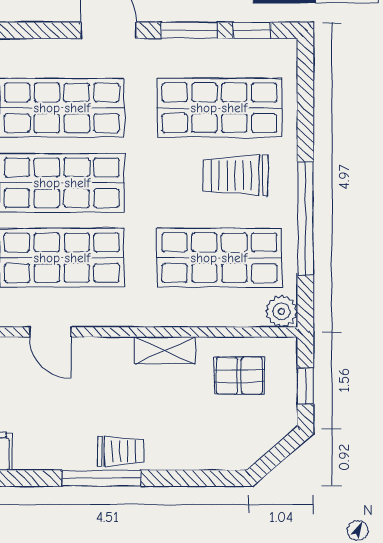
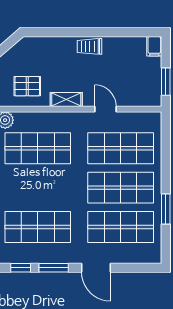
trolley: (236, 175) -> (29, 192), removed
door: (50, 332) -> (105, 109), moved
window: (102, 478) -> (100, 32), removed

